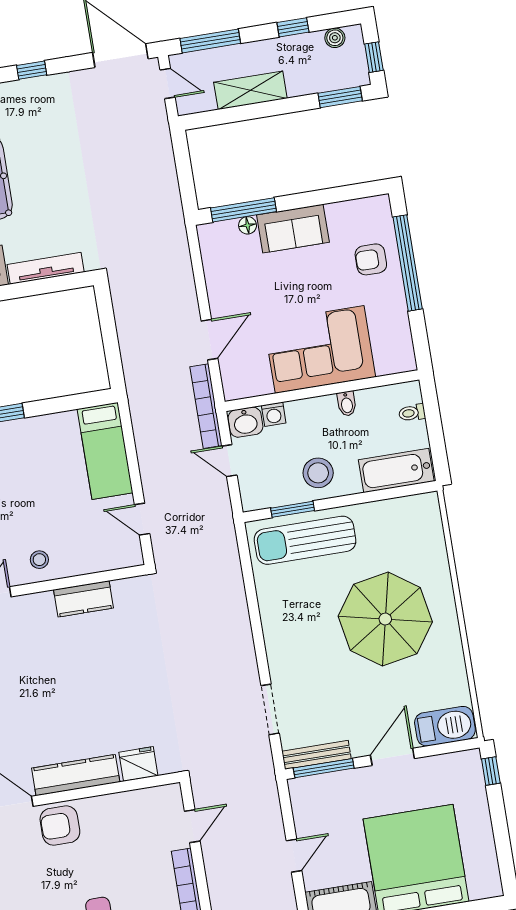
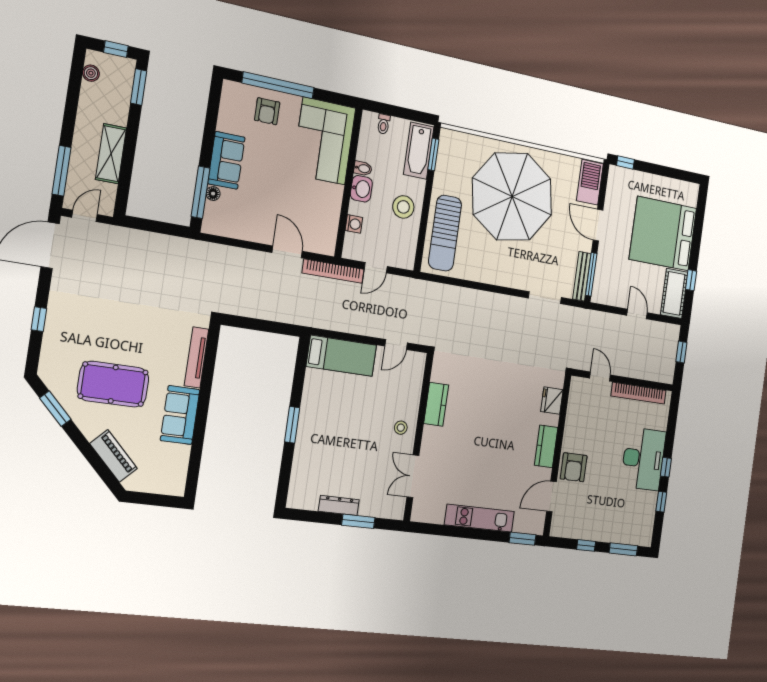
window: (293, 27) -> (72, 102), removed
corner sofa: (320, 349) -> (324, 141), moved
washbasin: (245, 422) -> (361, 189), moved
window: (293, 509) -> (433, 154), moved
parasol: (385, 619) -> (512, 197), width x1.36, depth x1.36
kitchen counter: (76, 775) -> (546, 446), width x0.67

